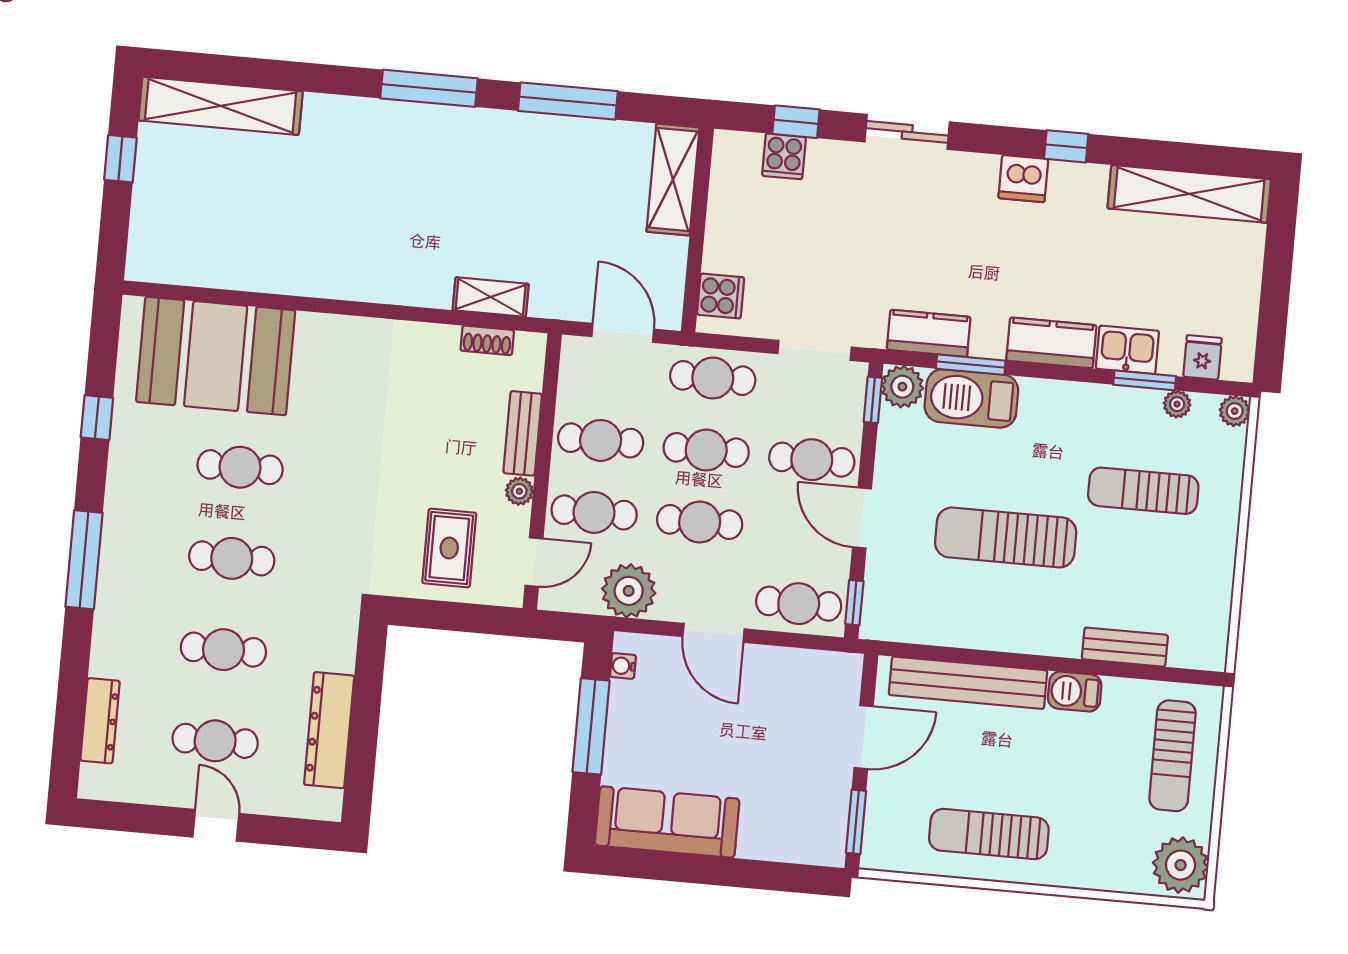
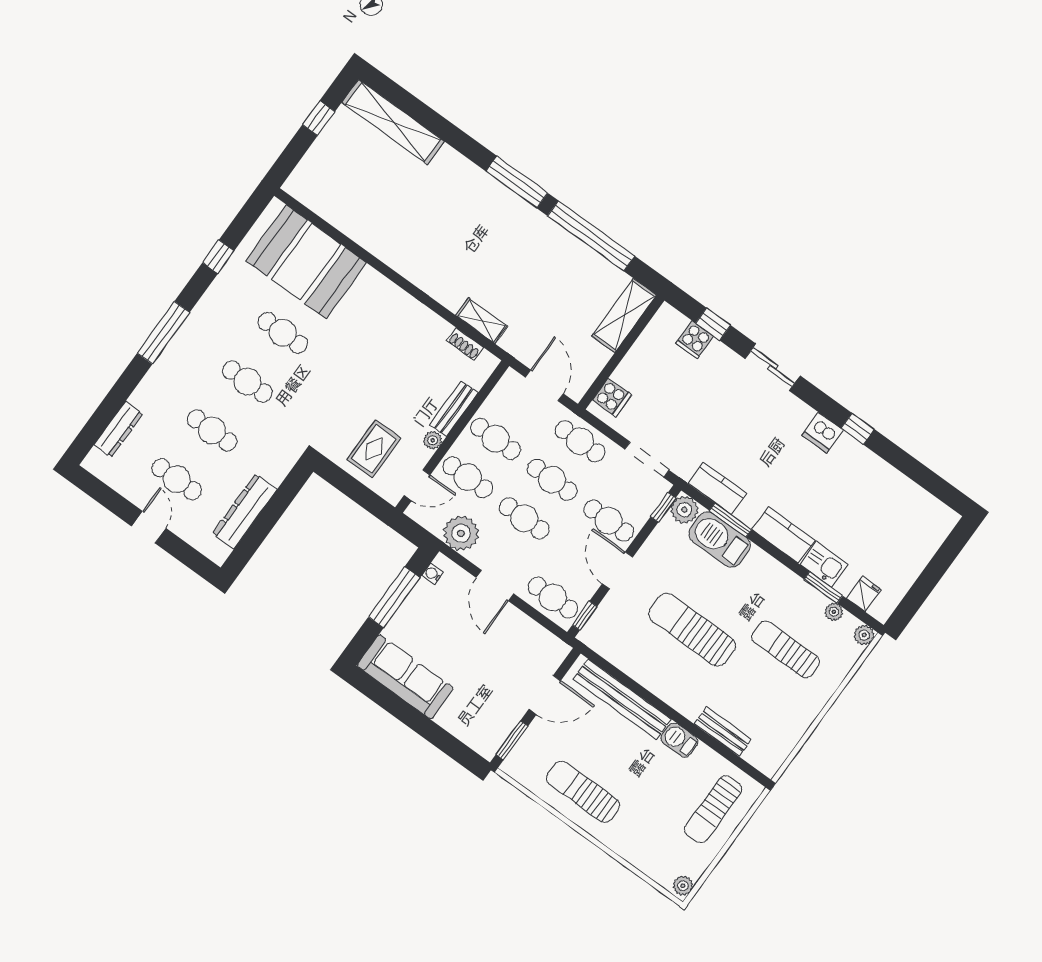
window: (568, 101) -> (591, 236), width x1.46
shelving: (1189, 194) -> (911, 497), removed
plant: (1181, 865) -> (683, 886), width x0.53, depth x0.53

